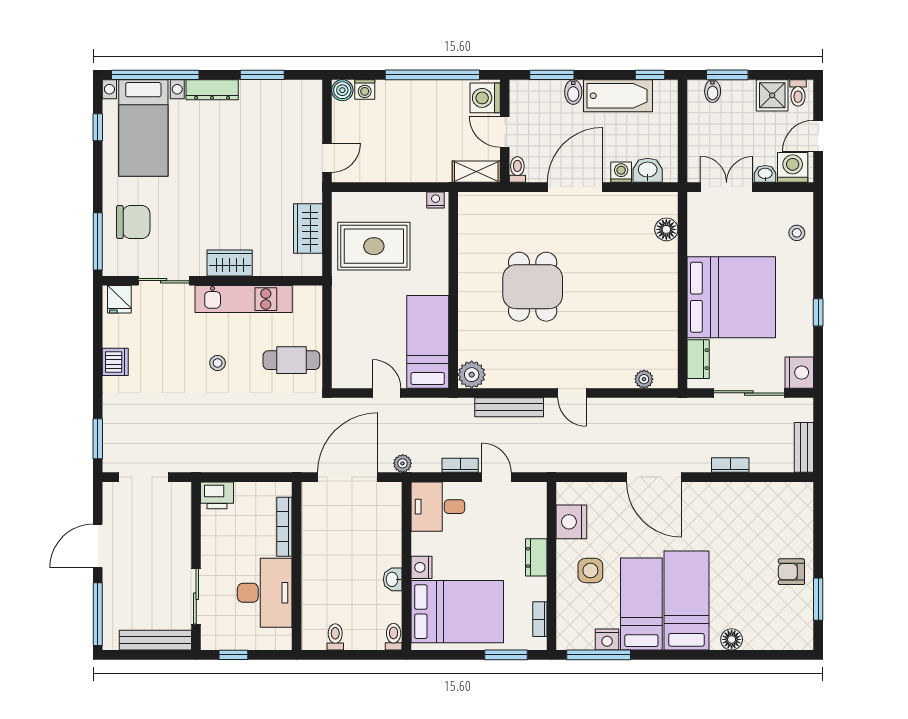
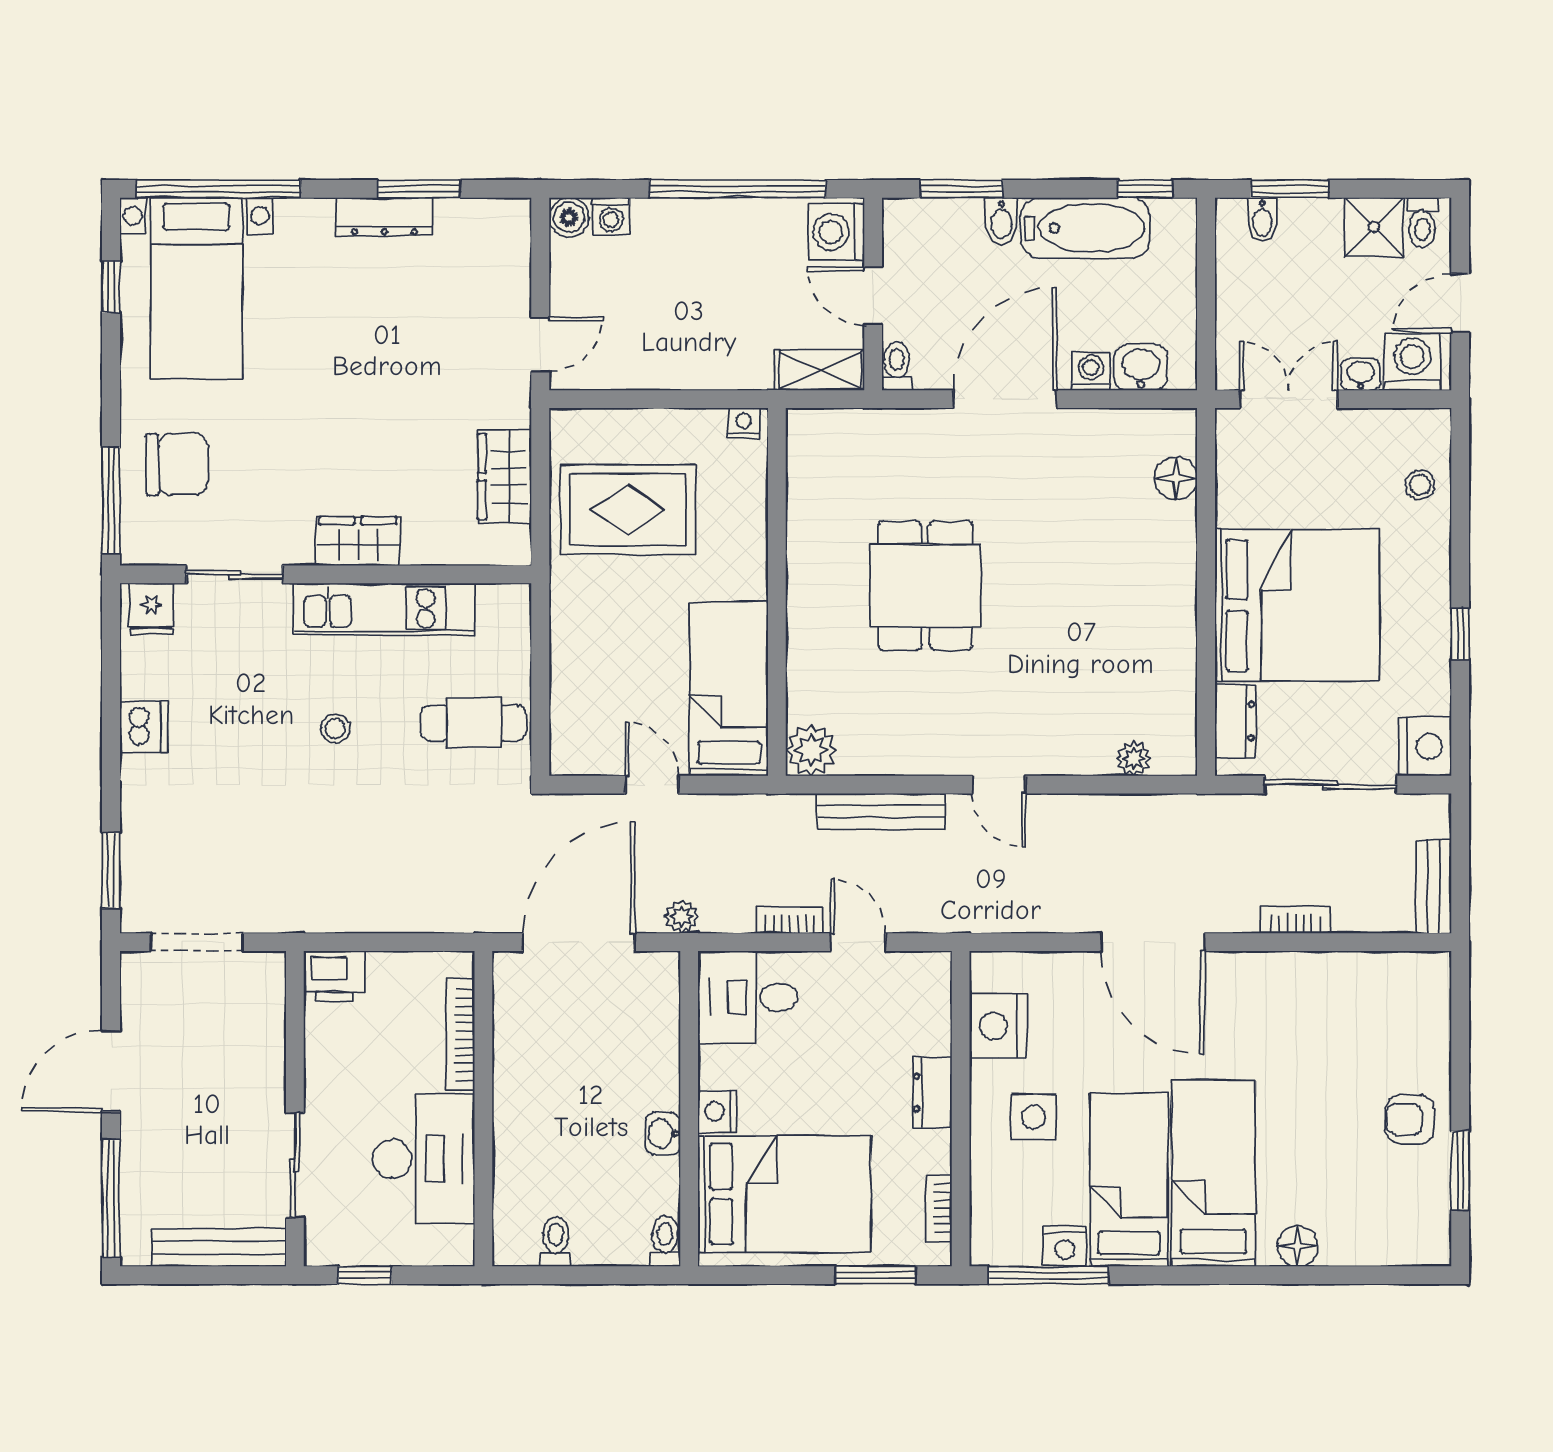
dresser: (212, 90) -> (384, 217), moved

